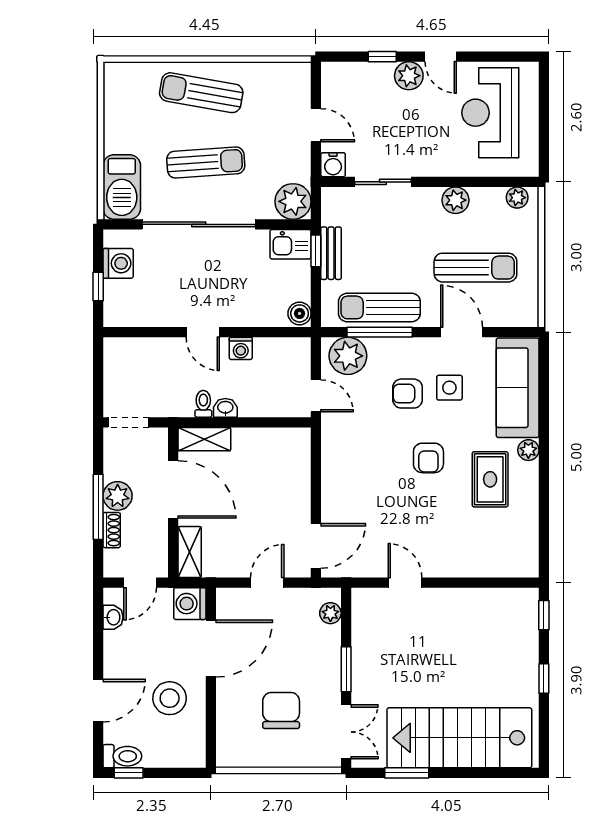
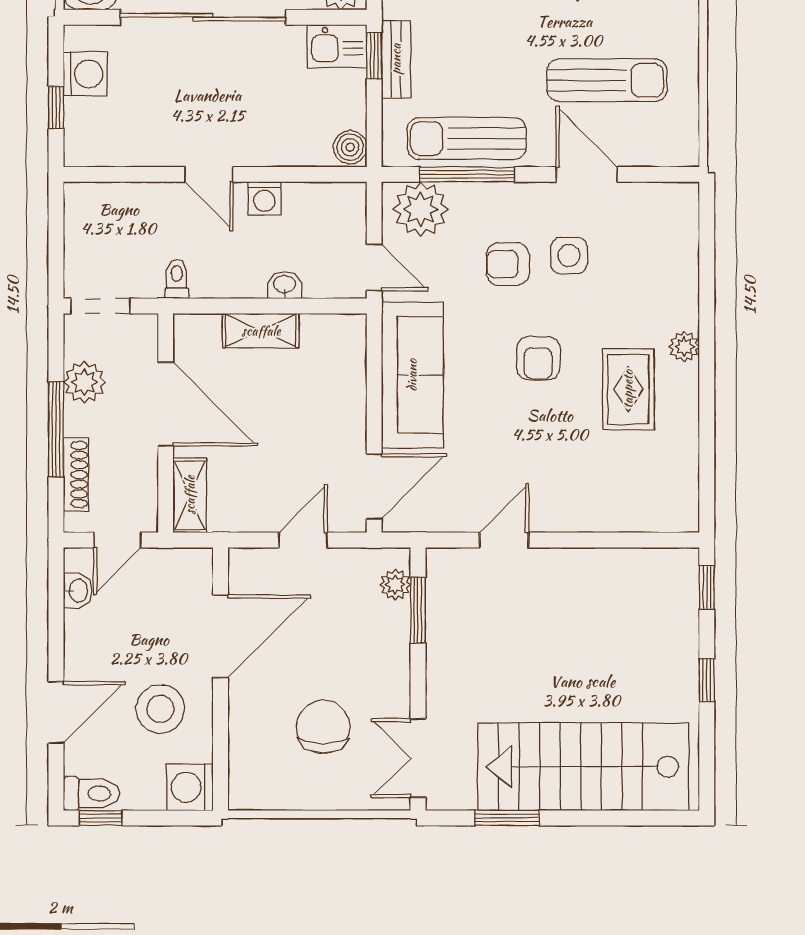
sofa: (518, 388) -> (412, 375), moved, turned 180
toilet: (203, 404) -> (177, 279), moved
washbasin: (225, 408) -> (284, 285), moved
shelving: (204, 439) -> (261, 331), moved
plant: (118, 496) -> (84, 382), moved
shoe rack: (112, 530) -> (76, 474), width x1.43
door: (405, 583) -> (504, 540), hinge flipped
washing machine: (190, 604) -> (190, 787), moved
window: (346, 669) -> (418, 610), moved
double door: (346, 732) -> (418, 758), swing flipped

